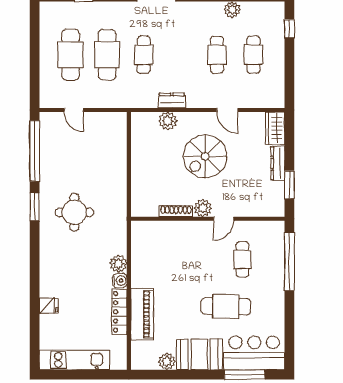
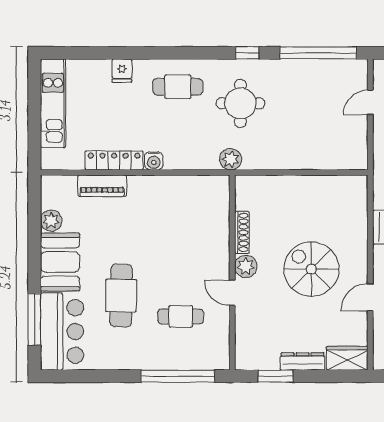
plant: (168, 121) -> (356, 222), removed
window: (35, 207) -> (247, 53), width x0.67
cafe table: (61, 262) -> (178, 87), added
plant: (118, 264) -> (231, 159), moved
piano: (142, 314) -> (102, 186), width x0.73, depth x0.75

